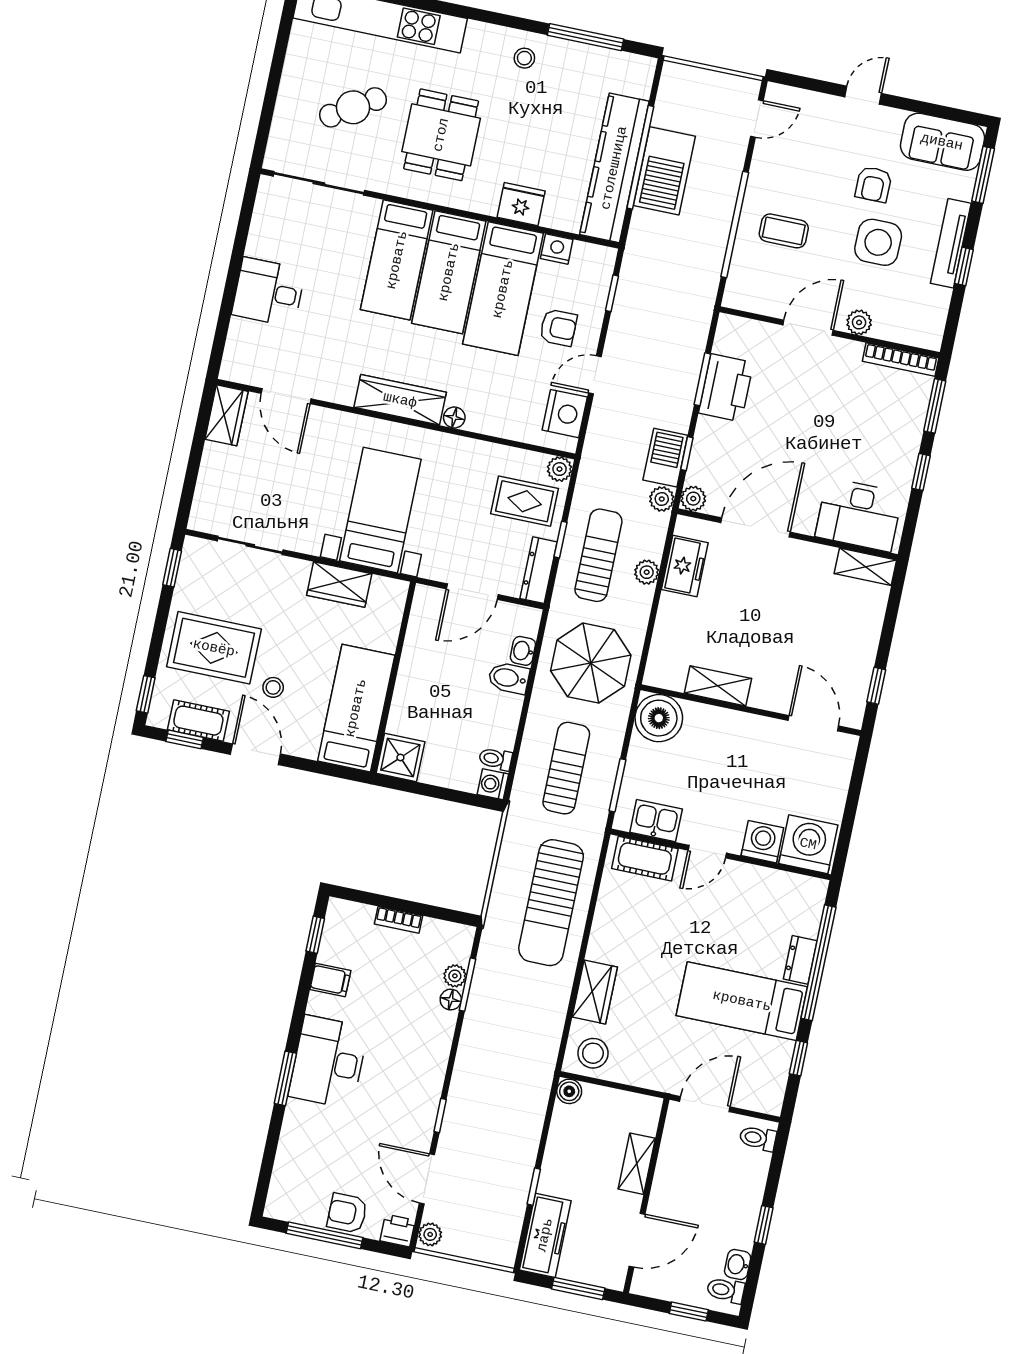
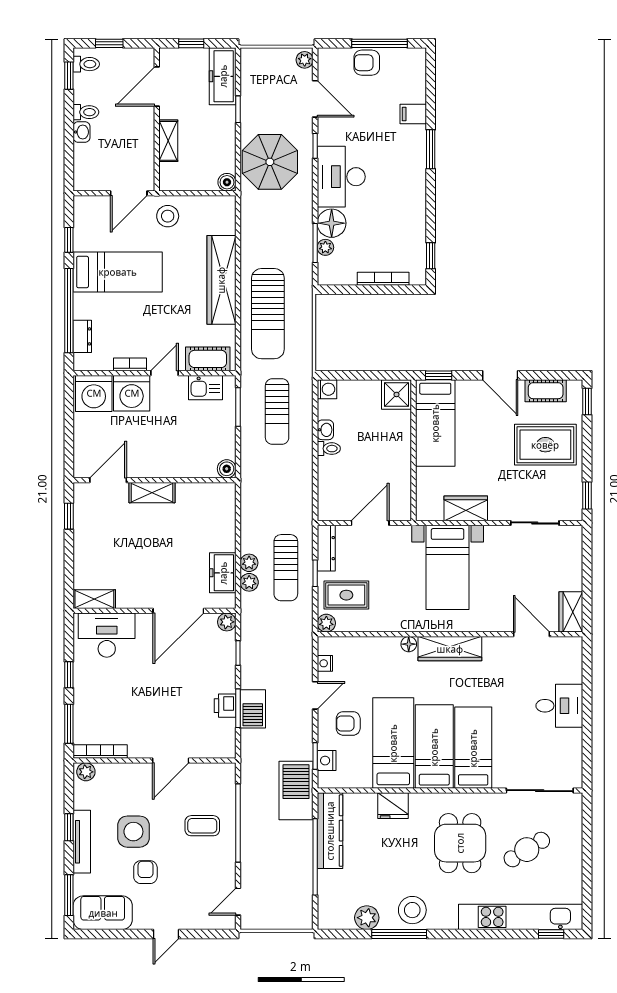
window: (586, 37) -> (399, 934), moved
stool: (524, 58) -> (412, 910), width x1.89, depth x1.89
plant: (588, 61) -> (367, 918), added
kitchen counter: (614, 168) -> (330, 831), width x0.72, depth x0.86
barbecue: (664, 171) -> (296, 790), moved
nightstand: (557, 249) -> (327, 761), moved, turned 90
plant: (859, 322) -> (86, 772), moved
printer: (726, 388) -> (225, 706), width x0.53, depth x0.68
nightstand: (565, 414) -> (325, 663), width x0.53, depth x0.56
barbecue: (665, 458) -> (253, 709), moved
plant: (662, 499) -> (249, 582), moved
washbasin: (523, 651) -> (325, 430), moved
parasol: (591, 663) -> (270, 162), moved
bidet: (509, 678) -> (331, 467), removed
shelving: (718, 686) -> (152, 493), moved
stool: (273, 687) -> (497, 425), removed
boiler: (659, 718) -> (227, 469), width x0.54, depth x0.54
door: (813, 723) -> (108, 480), swing flipped
window: (185, 739) -> (439, 375), moved
toilet: (496, 759) -> (329, 449), moved
washing machine: (762, 842) -> (132, 393), width x1.37, depth x1.37
bookcase: (751, 873) -> (130, 364), added
sun lounger: (551, 903) -> (268, 314), turned 180
bookcase: (398, 920) -> (383, 279), width x1.56
dresser: (800, 960) -> (82, 336), moved
filing cabinet: (330, 980) -> (413, 114), moved
wardrobe: (595, 992) -> (221, 280), width x2.10, depth x1.17
floor lamp: (451, 1000) -> (332, 223), width x1.89, depth x1.89
stool: (593, 1053) -> (168, 216), moved
desk: (328, 1062) -> (341, 177), moved, turned 180
toilet: (758, 1138) -> (86, 112), moved
armchair: (347, 1213) -> (367, 63), turned 180
window: (764, 1225) -> (69, 76), moved
printer: (398, 1231) -> (328, 58), removed
washbasin: (738, 1264) -> (82, 132), moved
window: (578, 1288) -> (191, 43), width x0.67

